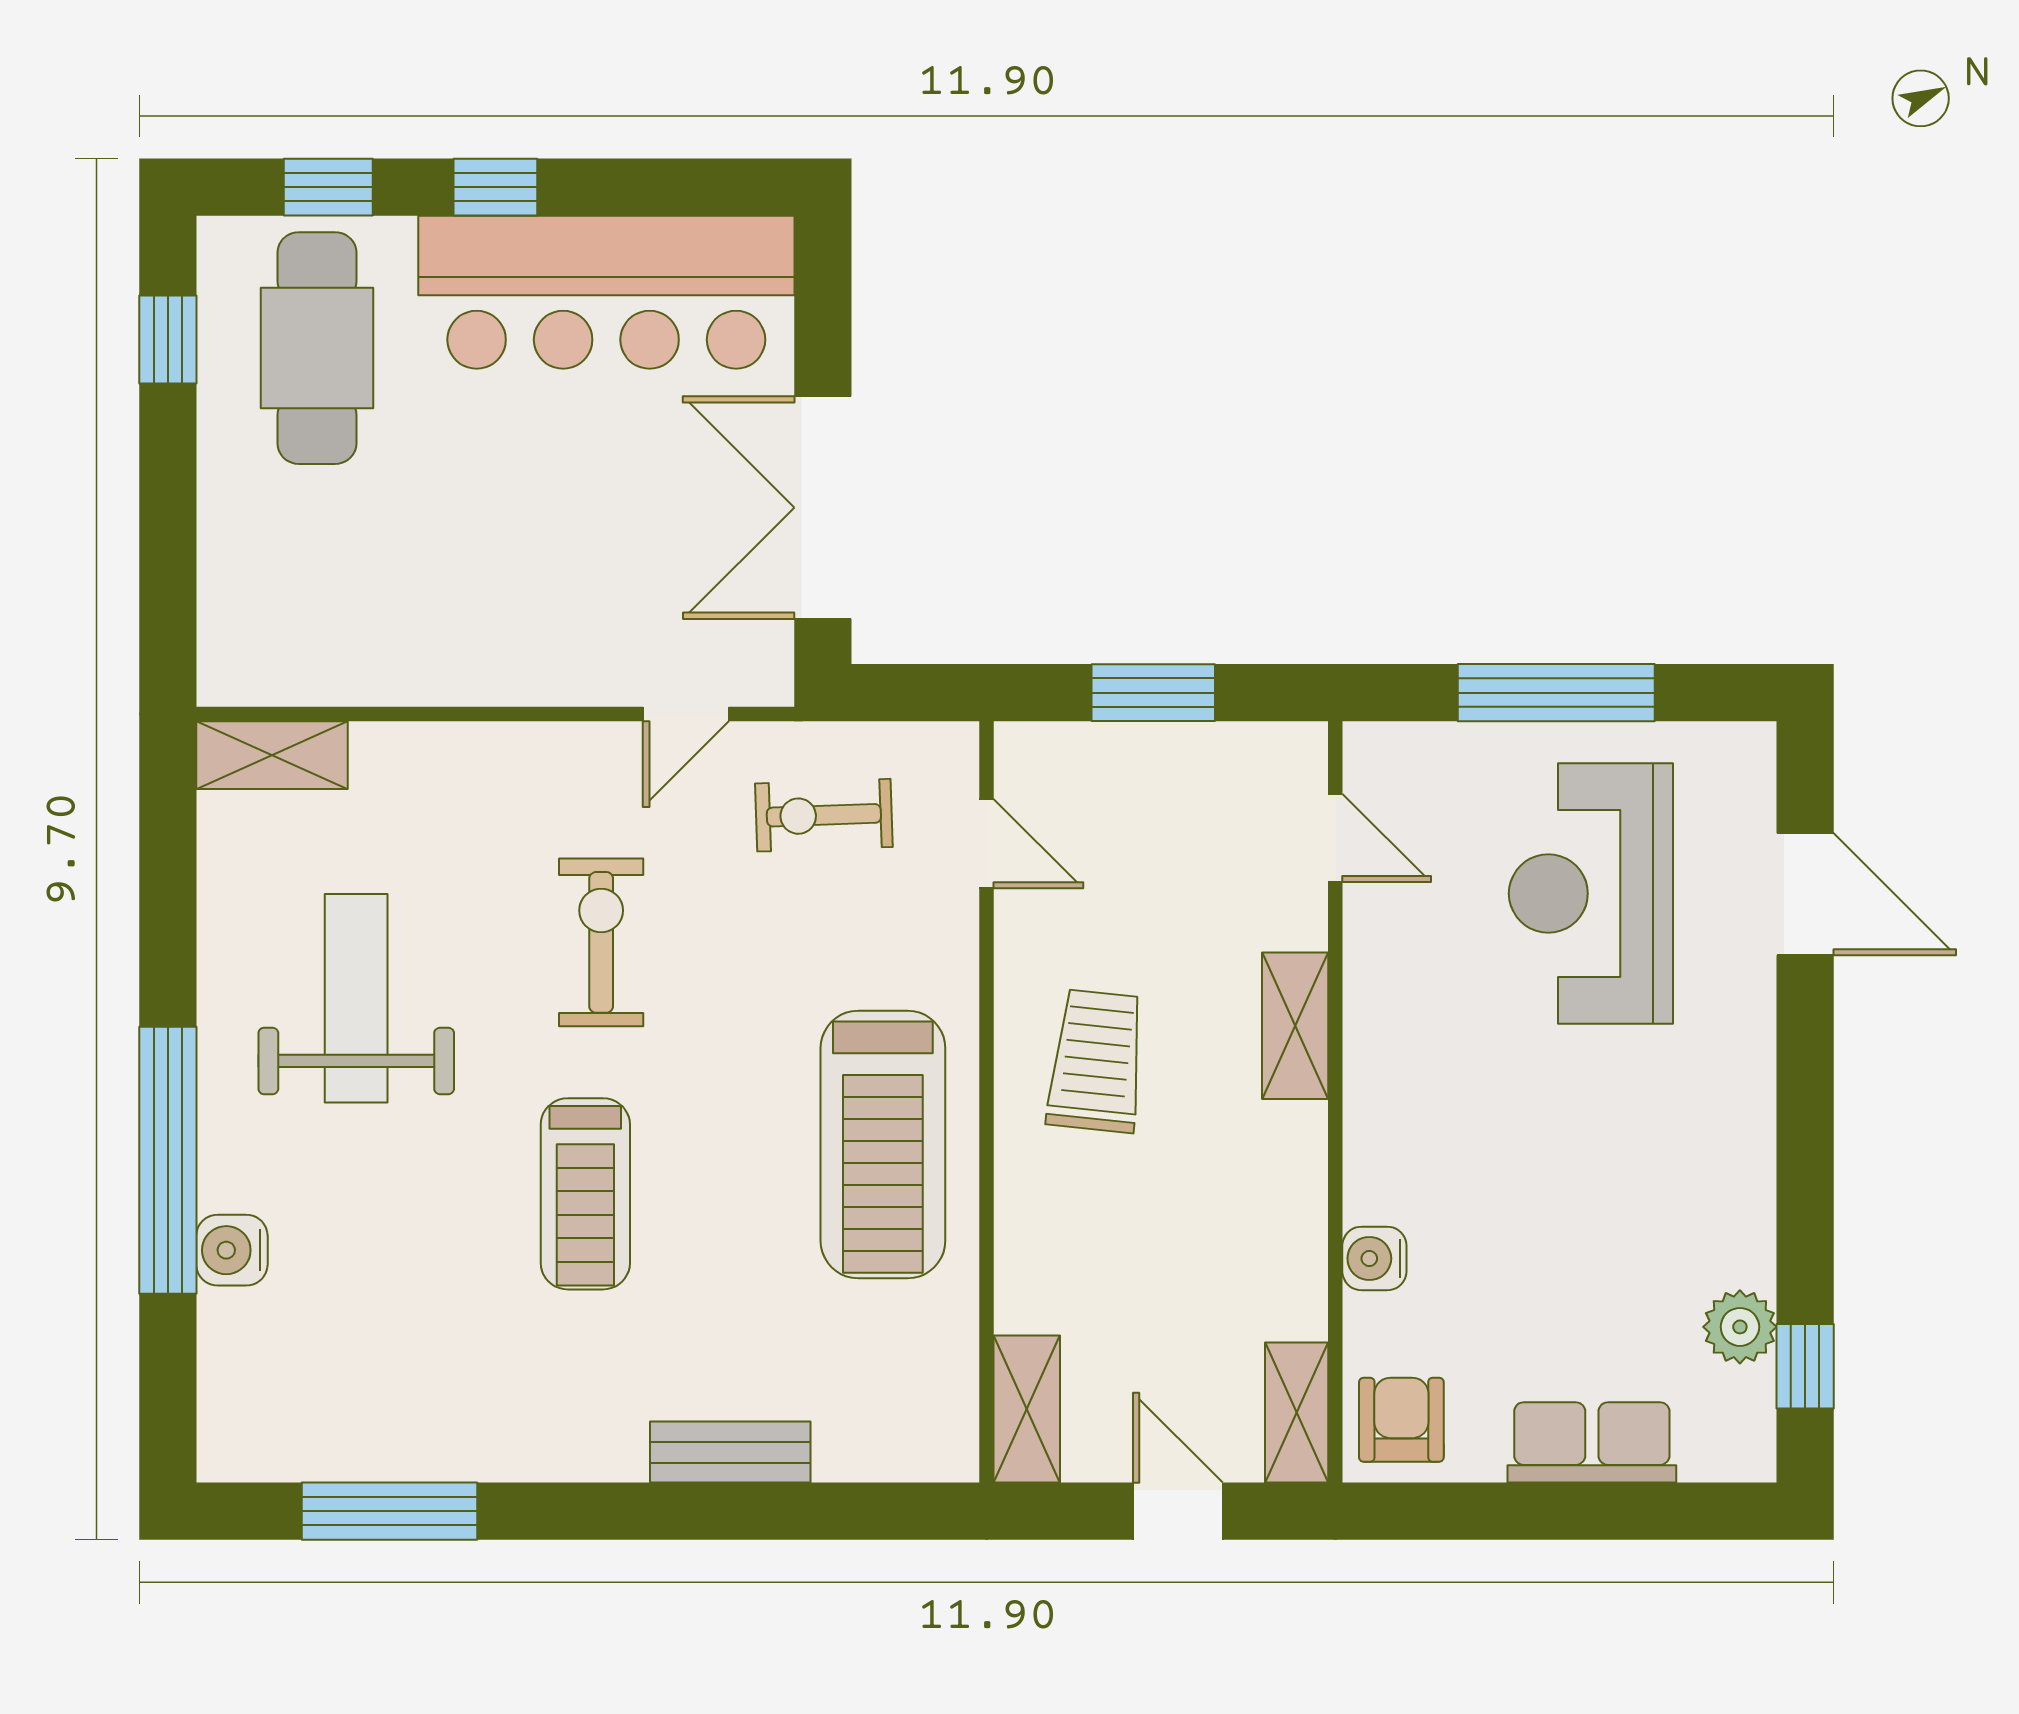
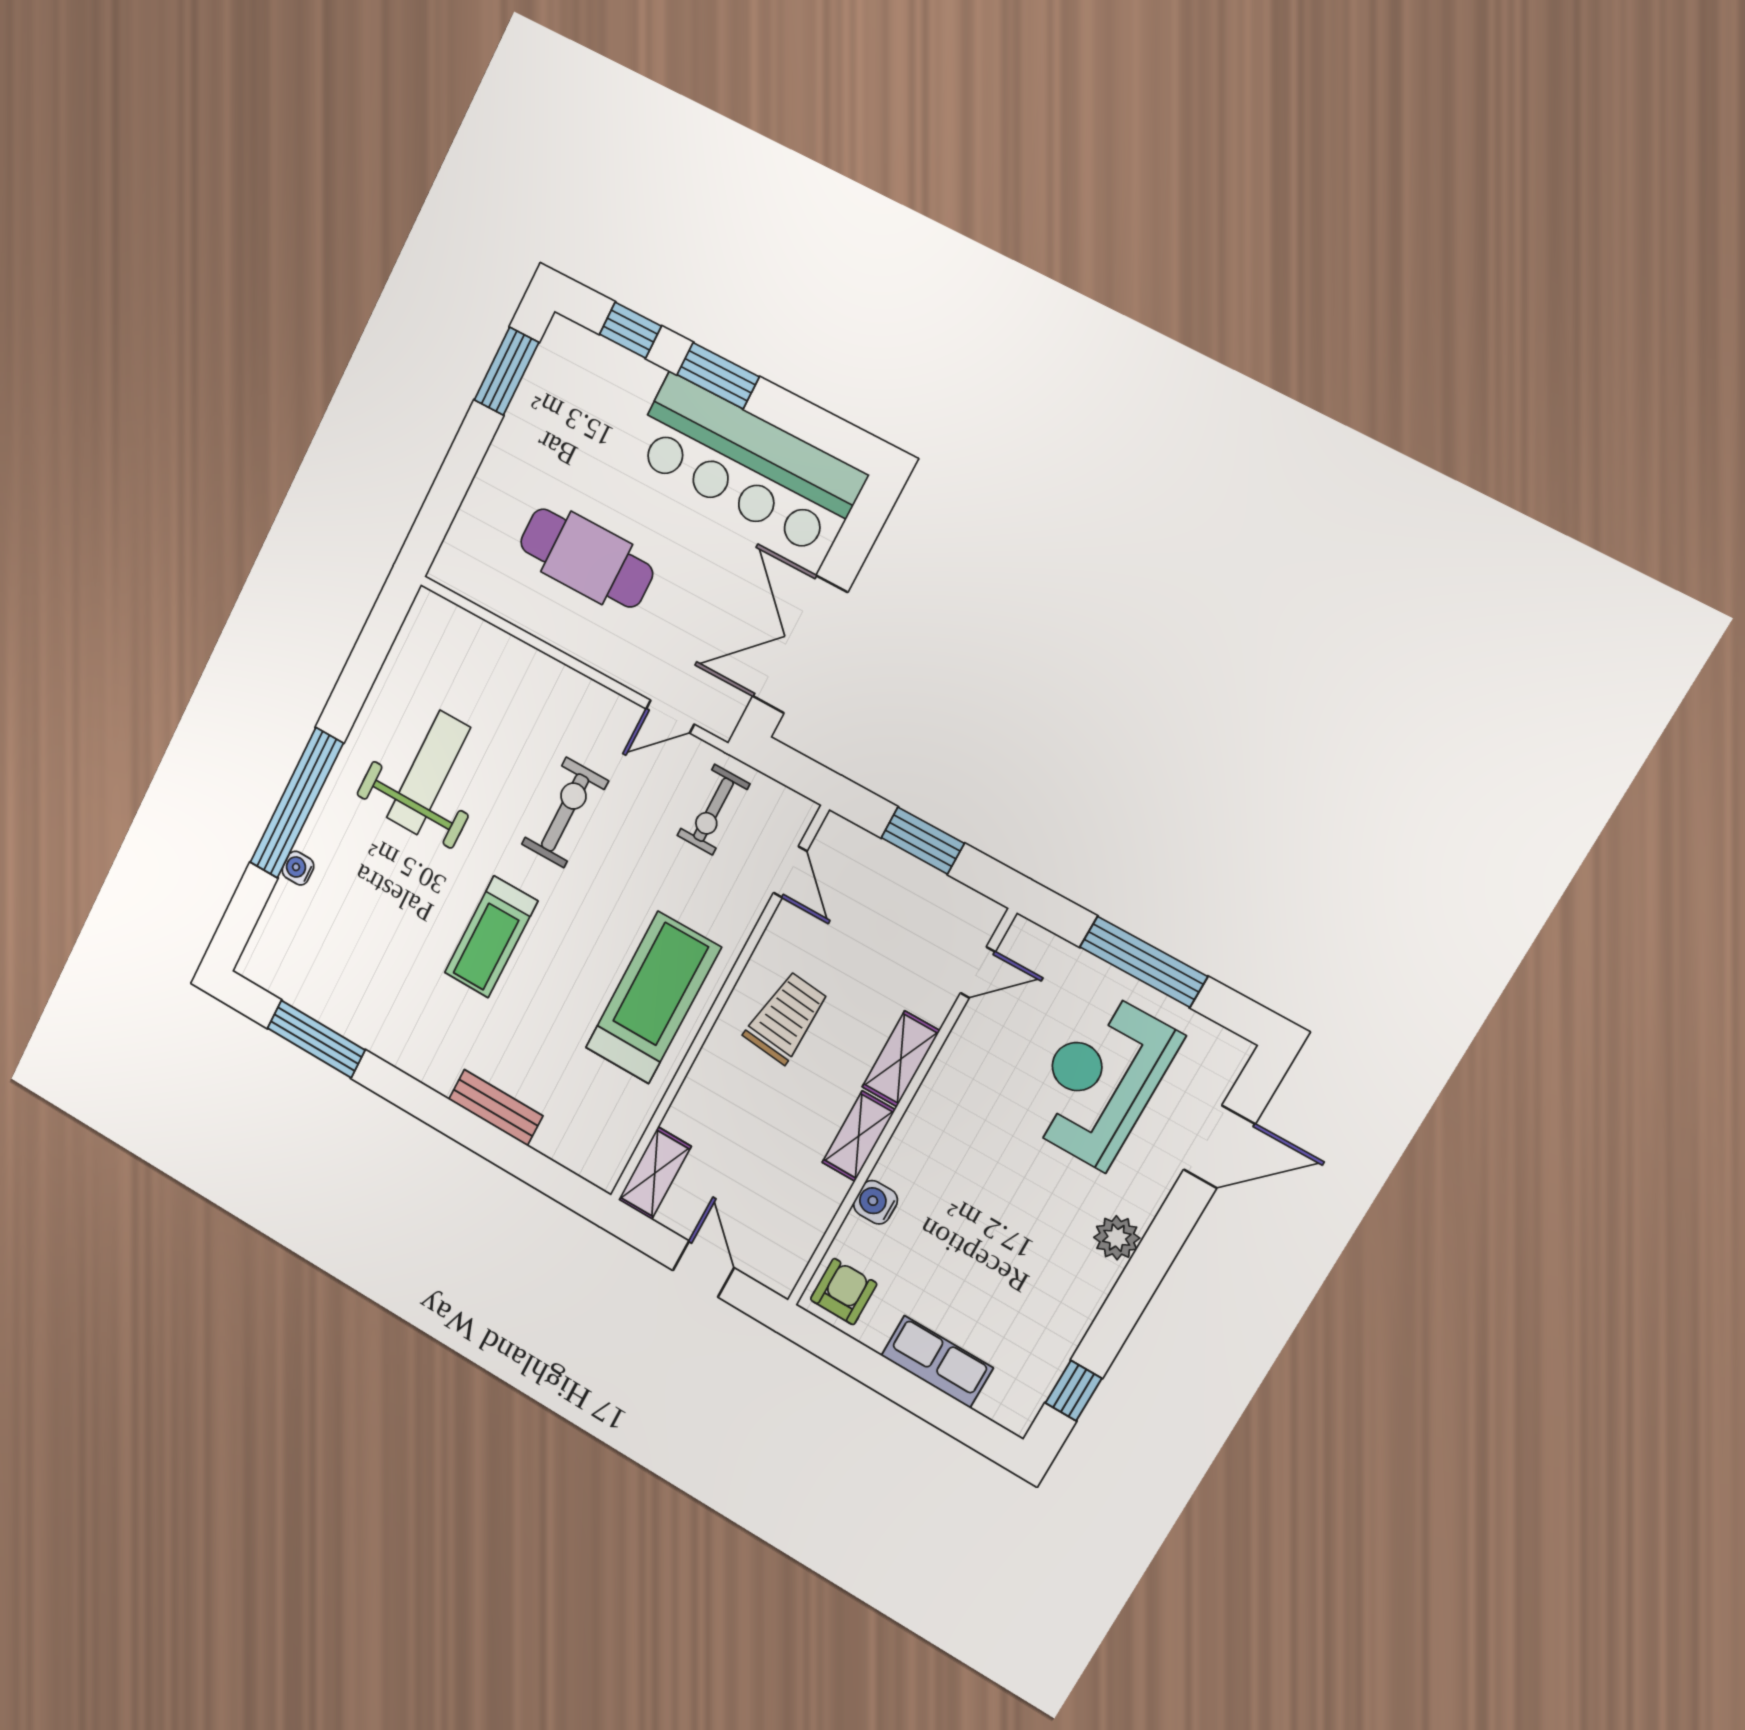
window: (495, 187) -> (718, 376), width x1.50
window: (168, 339) -> (506, 371), width x1.50
cafe table: (317, 348) -> (587, 558), moved, turned 90
shelving: (272, 755) -> (449, 623), removed
exercise bike: (824, 815) -> (713, 810), turned -88
door: (1335, 838) -> (978, 972), hinge flipped
door: (1805, 894) -> (1219, 1147), hinge flipped
treadmill: (883, 1144) -> (653, 998), turned 180
water cooler: (232, 1250) -> (298, 868), width x0.72, depth x0.72
plant: (1740, 1327) -> (1117, 1238), moved
shelving: (1297, 1413) -> (859, 1136), moved

